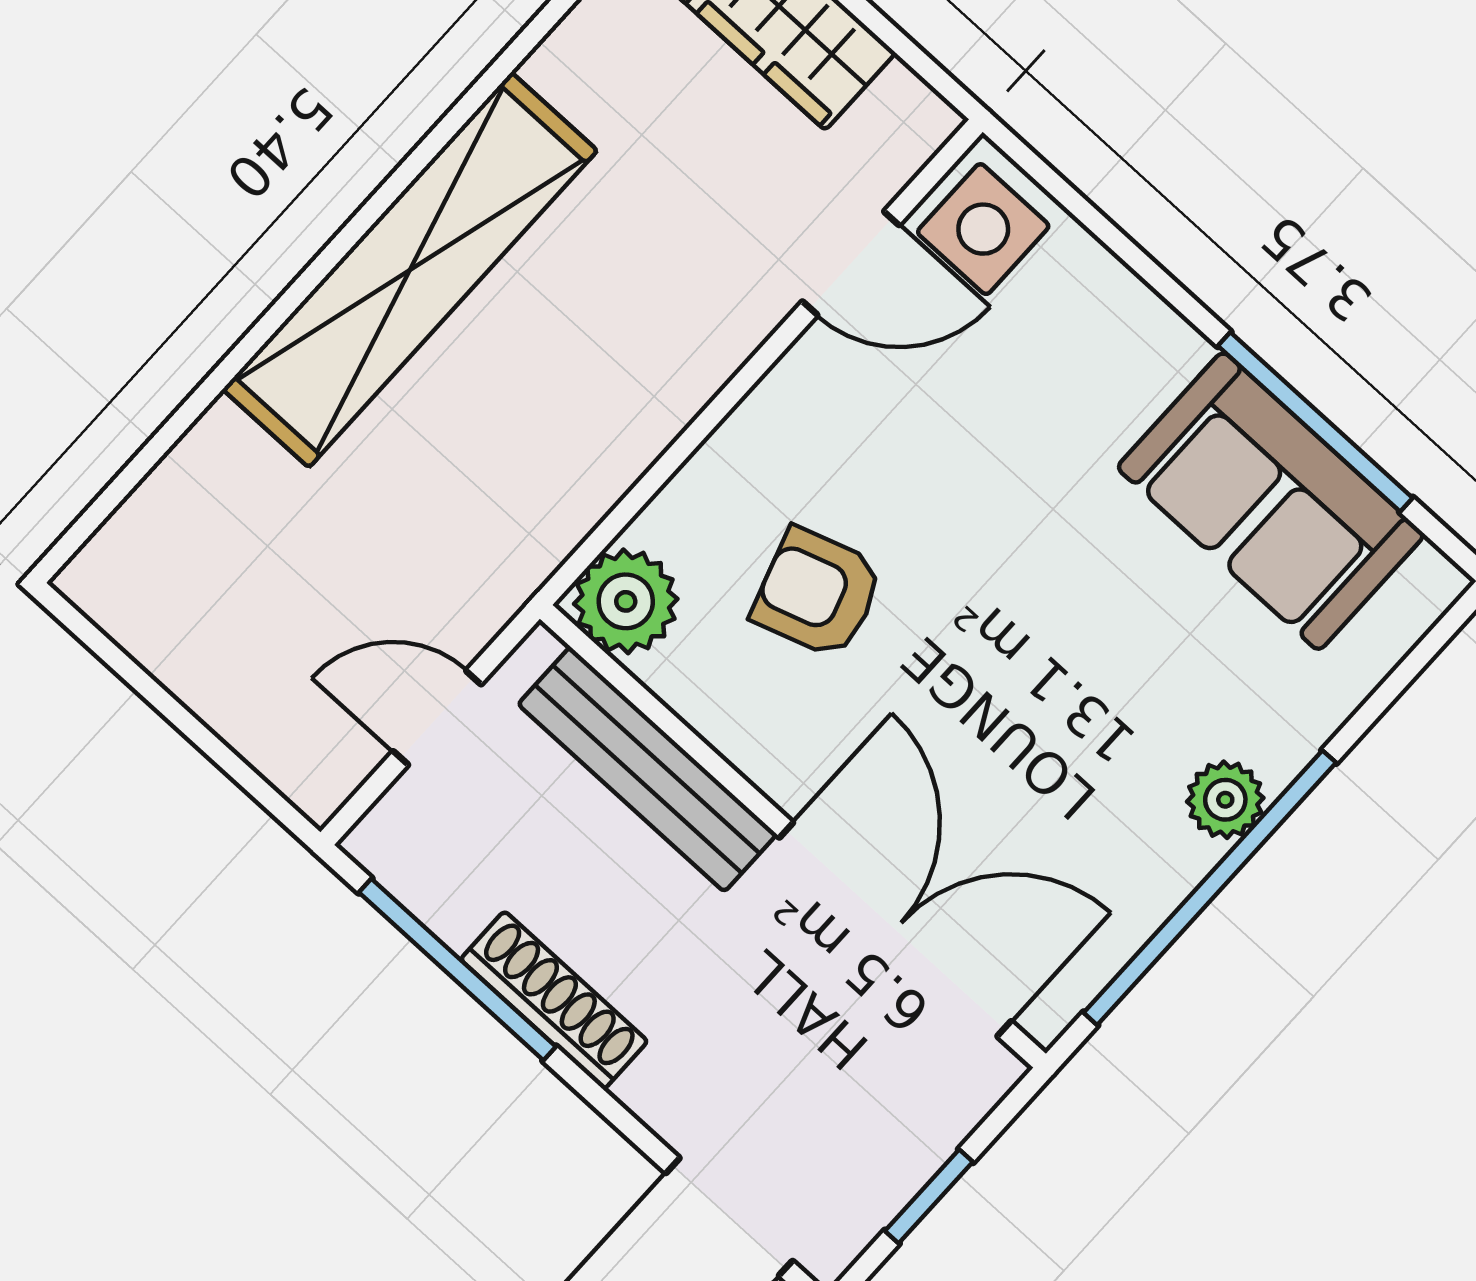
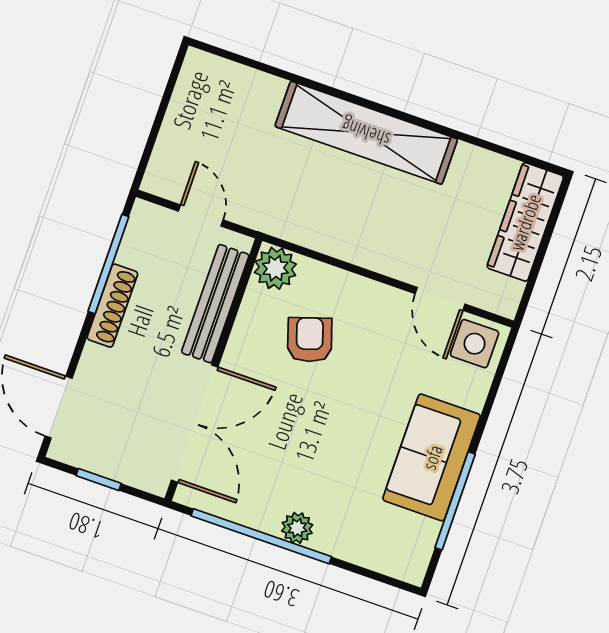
sofa: (1271, 501) -> (432, 457), moved

